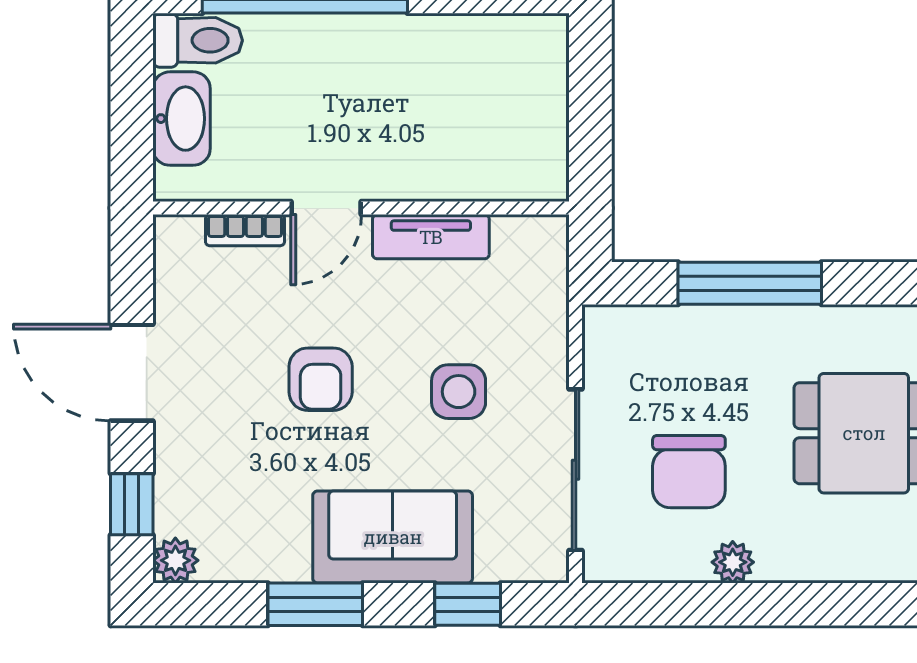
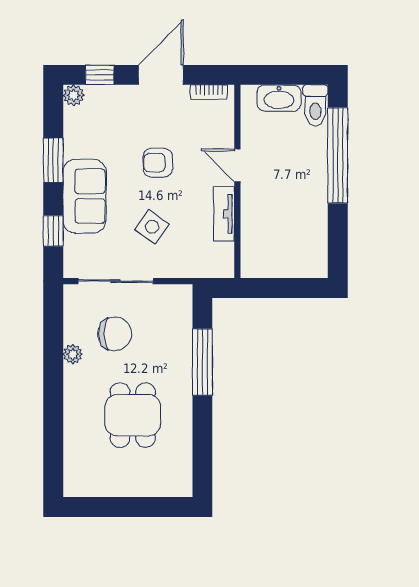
bookcase: (245, 230) -> (209, 92), moved, turned -90
side table: (459, 392) -> (152, 227), turned 35
chair: (689, 472) -> (115, 334), turned 180

